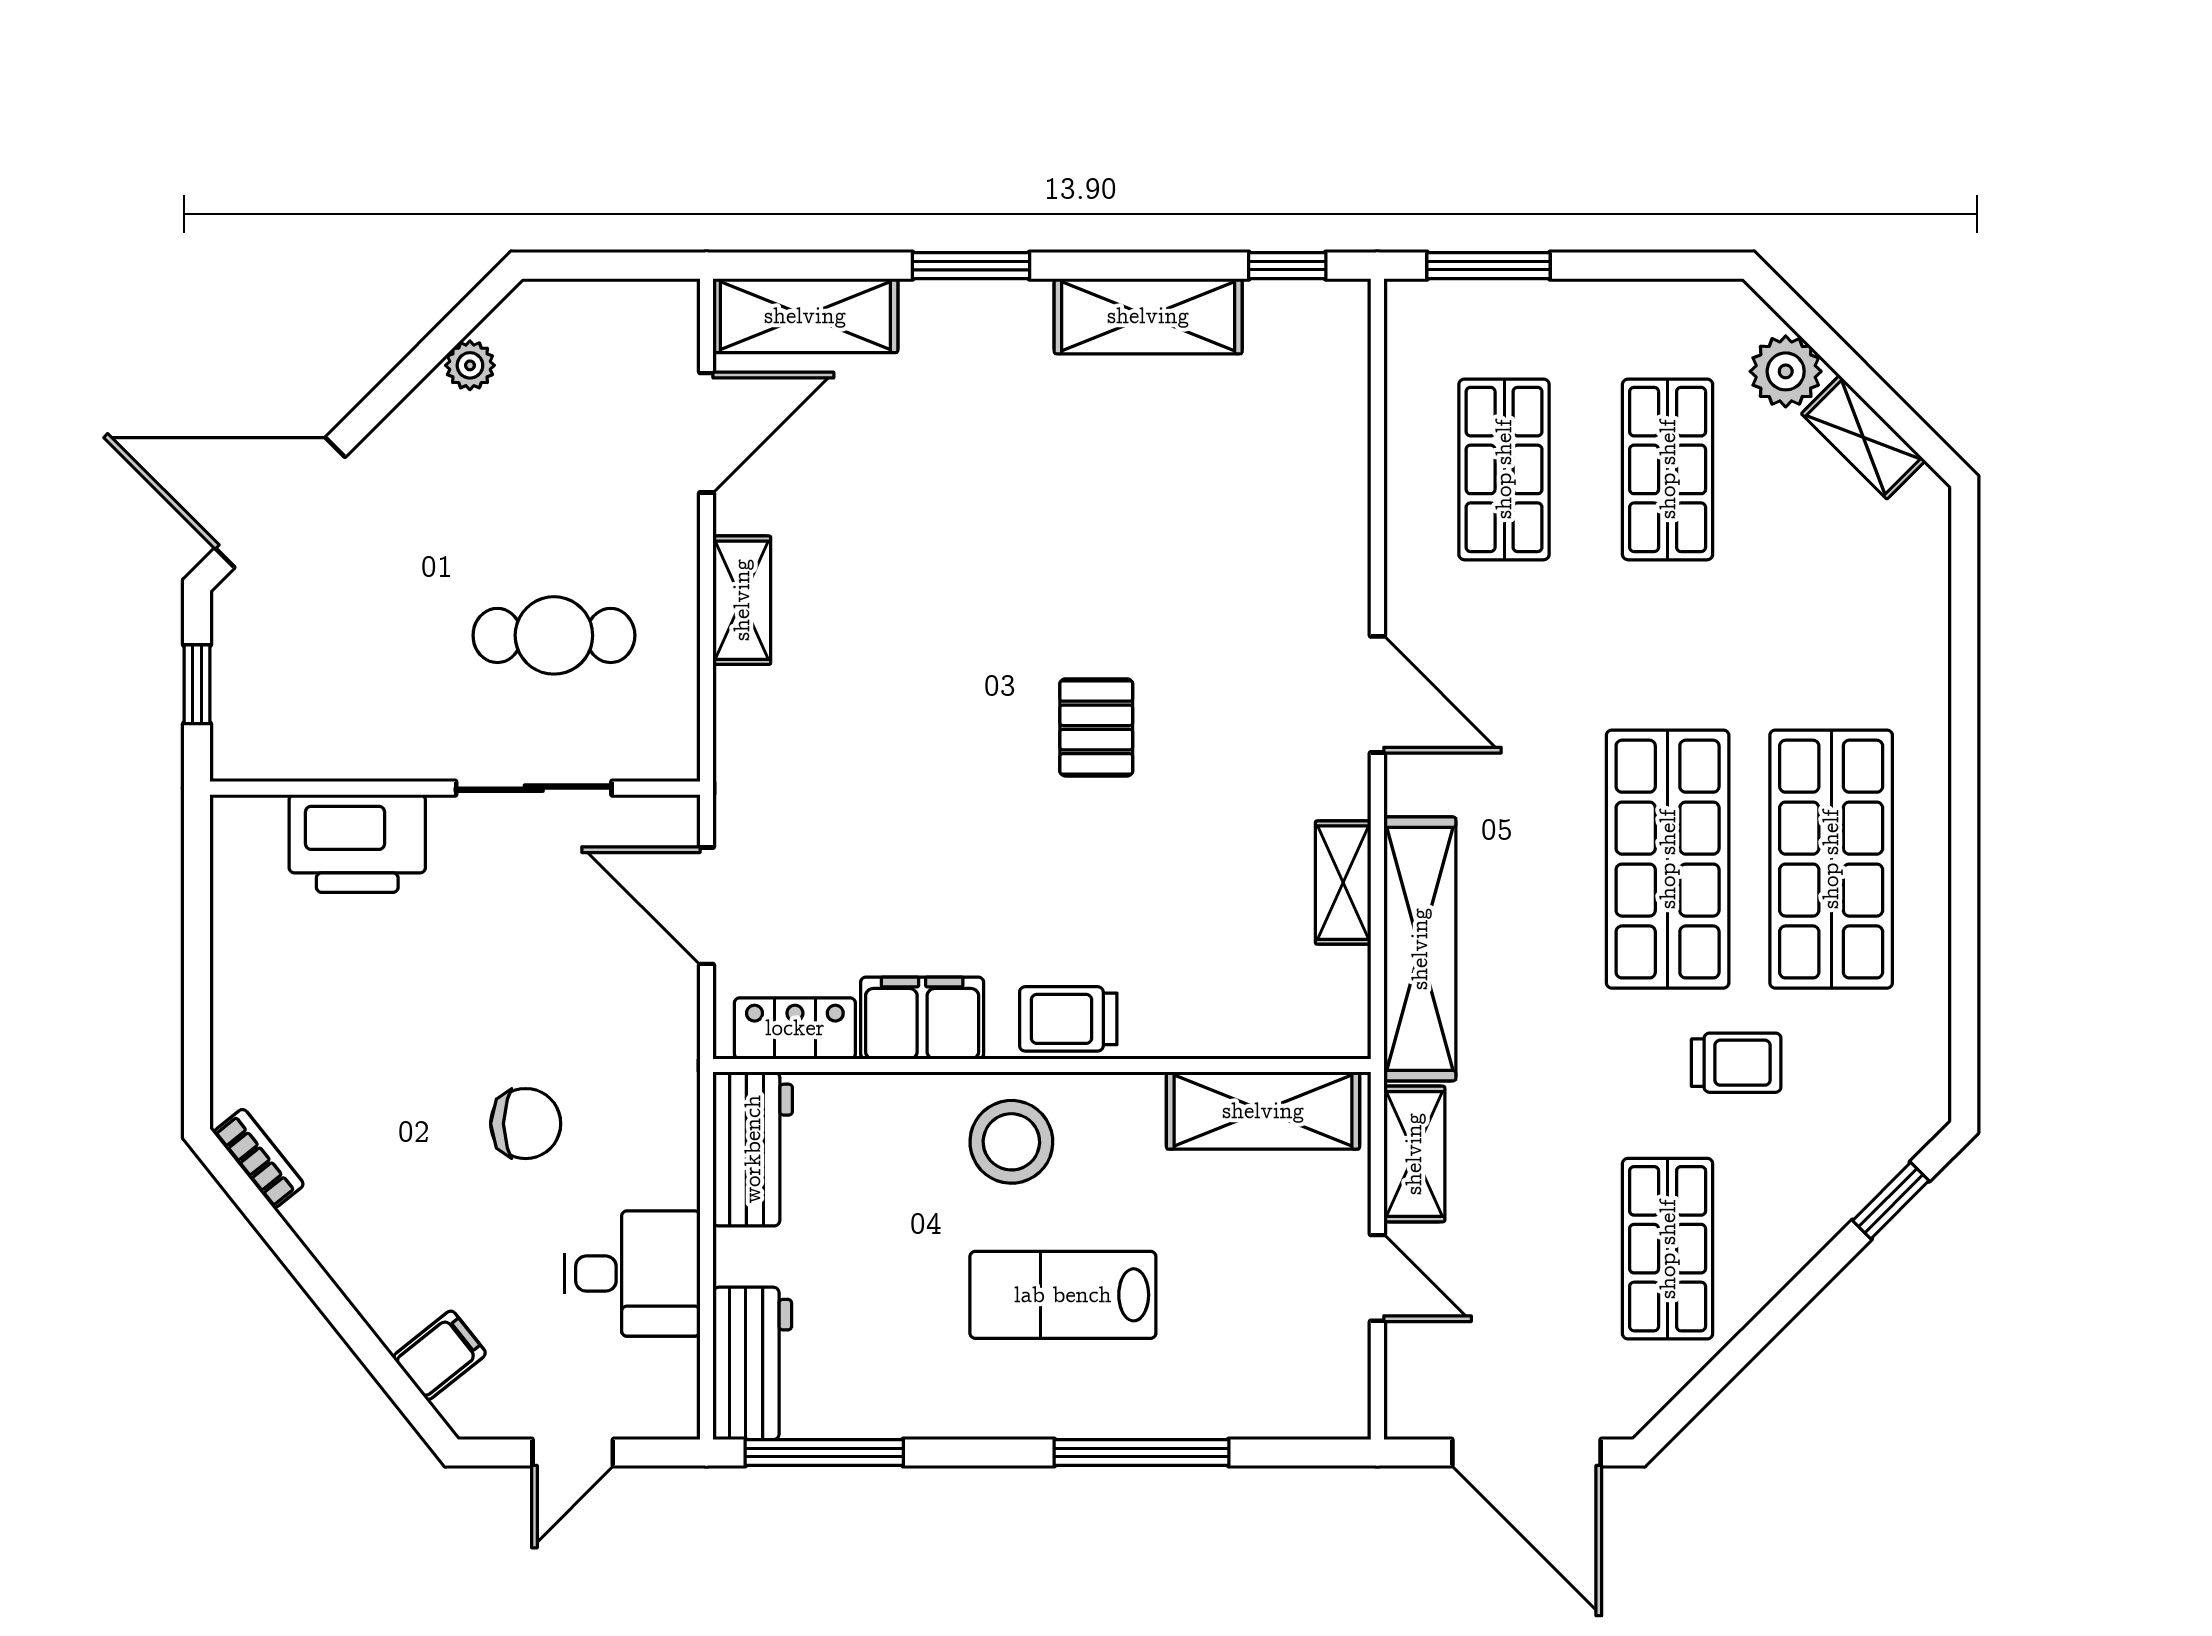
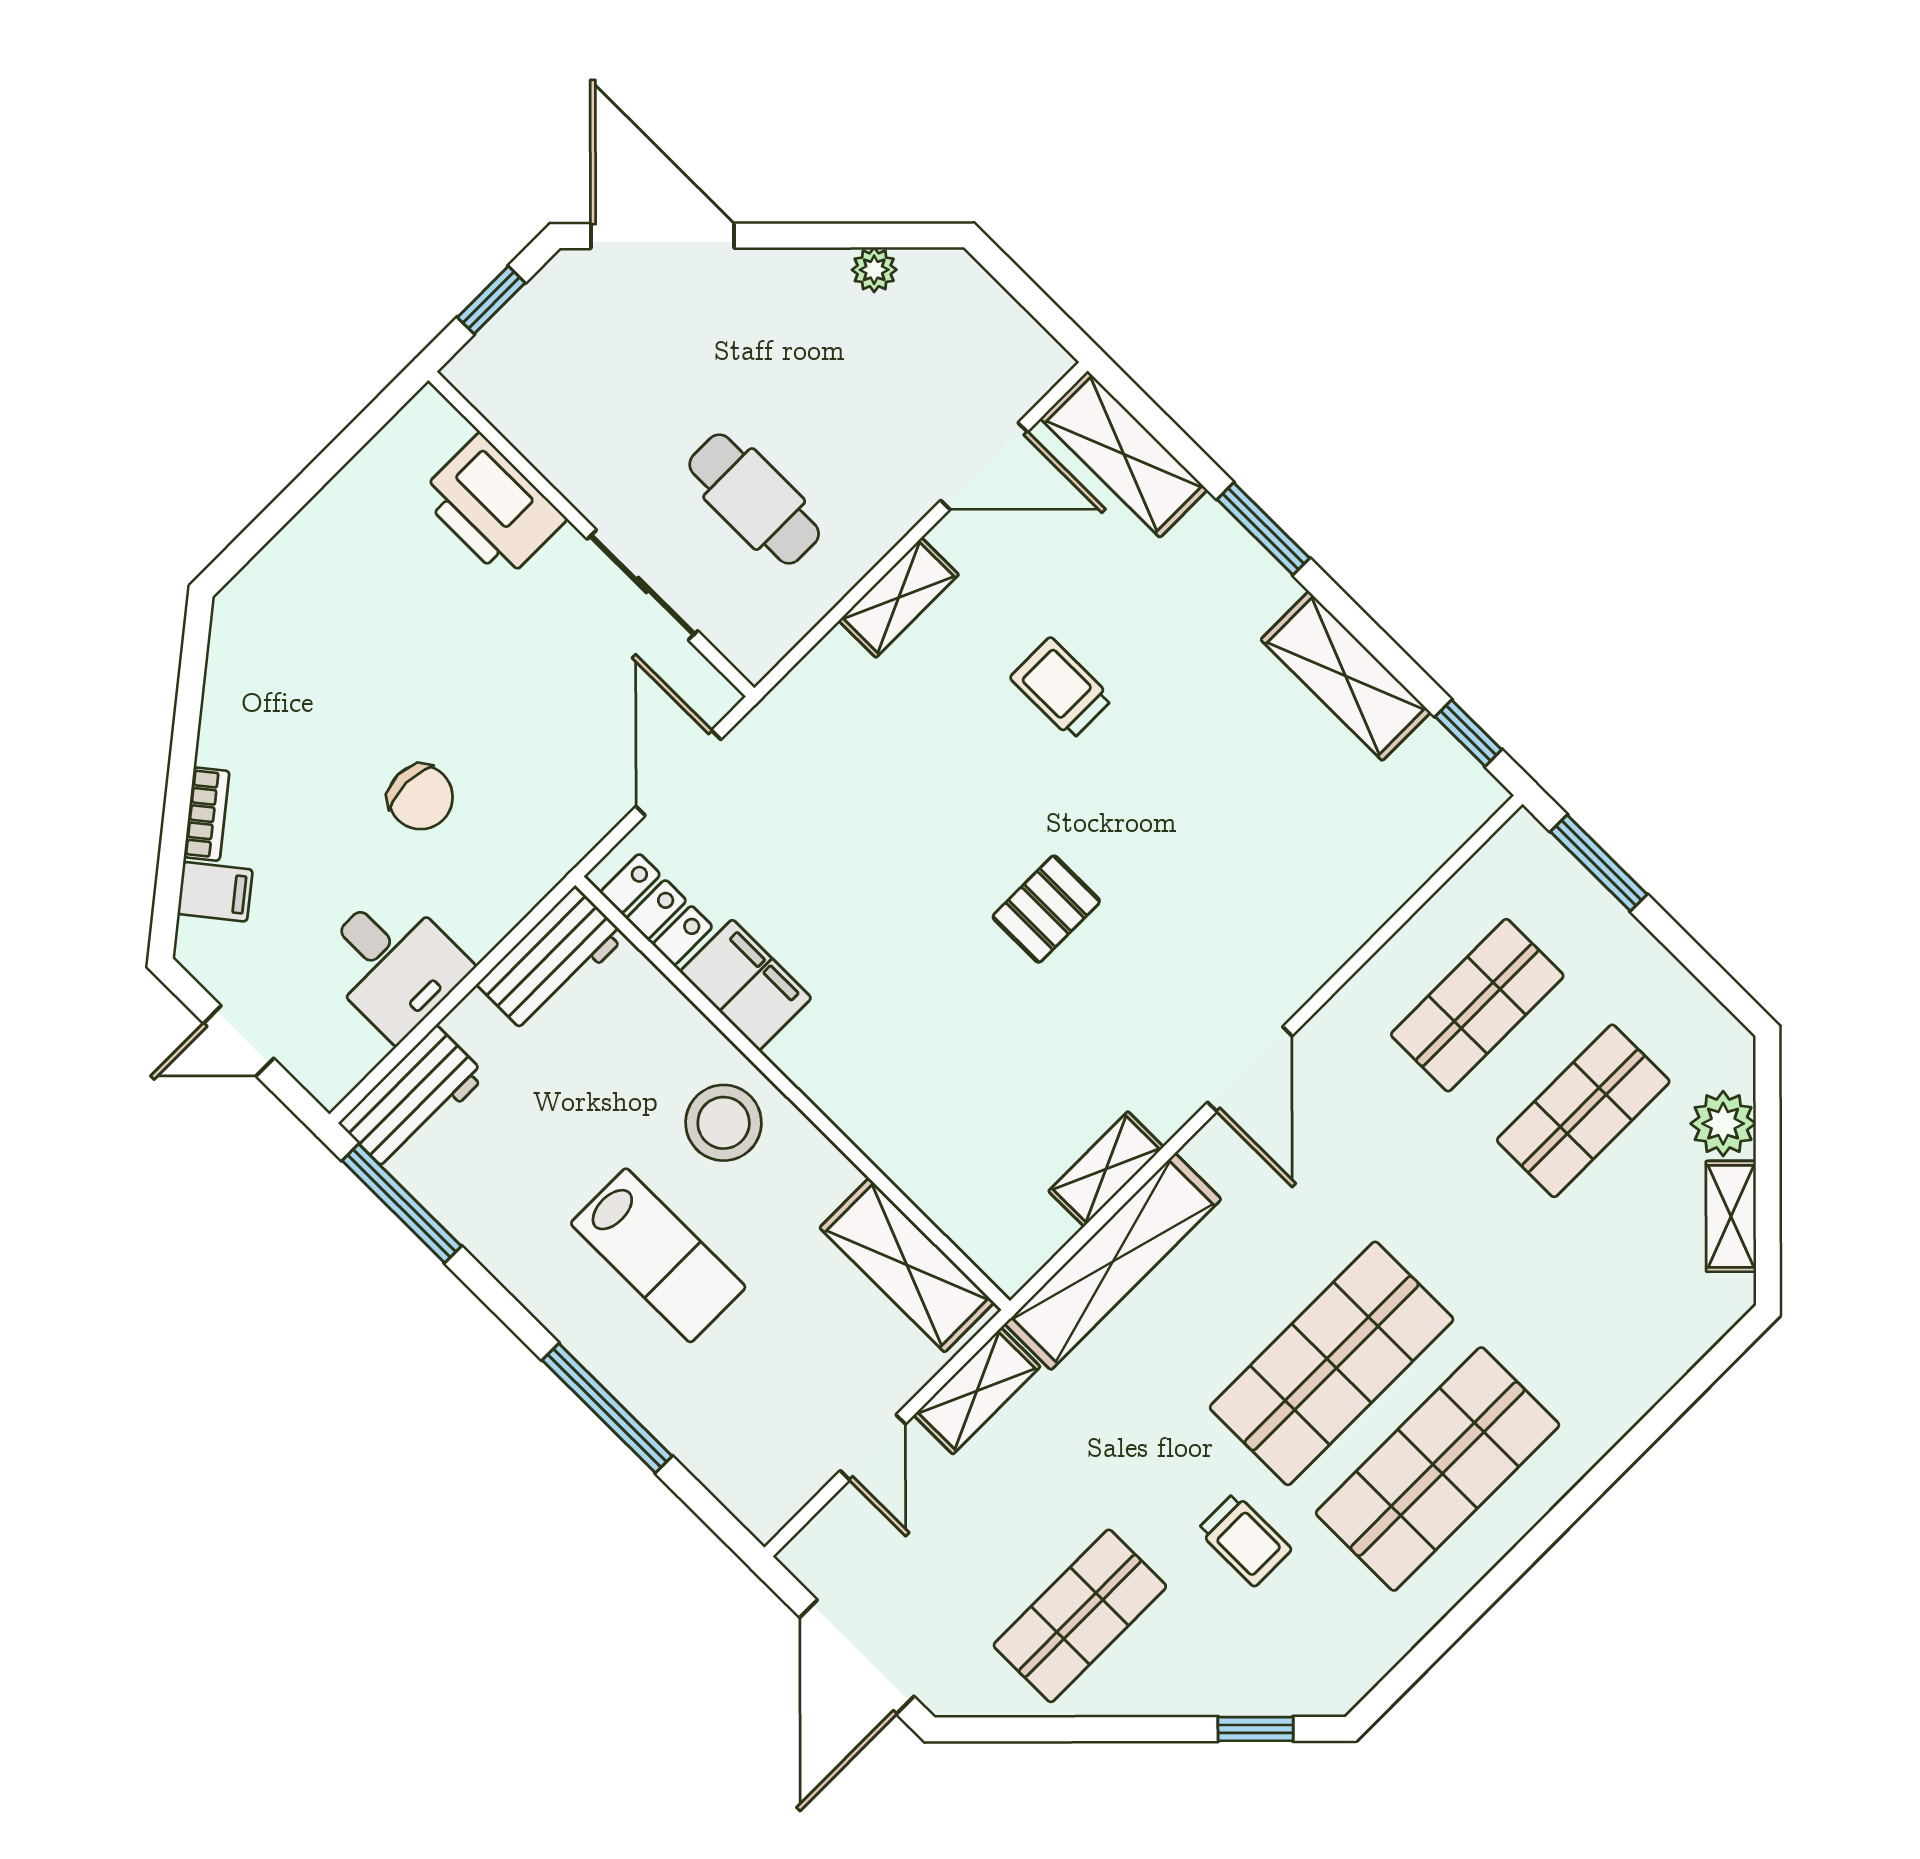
trolley: (1068, 1019) -> (1061, 688), moved
bookcase: (259, 1158) -> (207, 814), moved
lab bench: (1063, 1295) -> (658, 1255), turned 180

